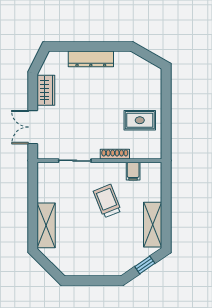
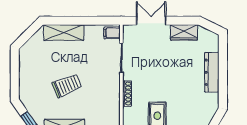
filing cabinet: (133, 171) -> (112, 33), moved
trolley: (107, 201) -> (67, 86), moved

